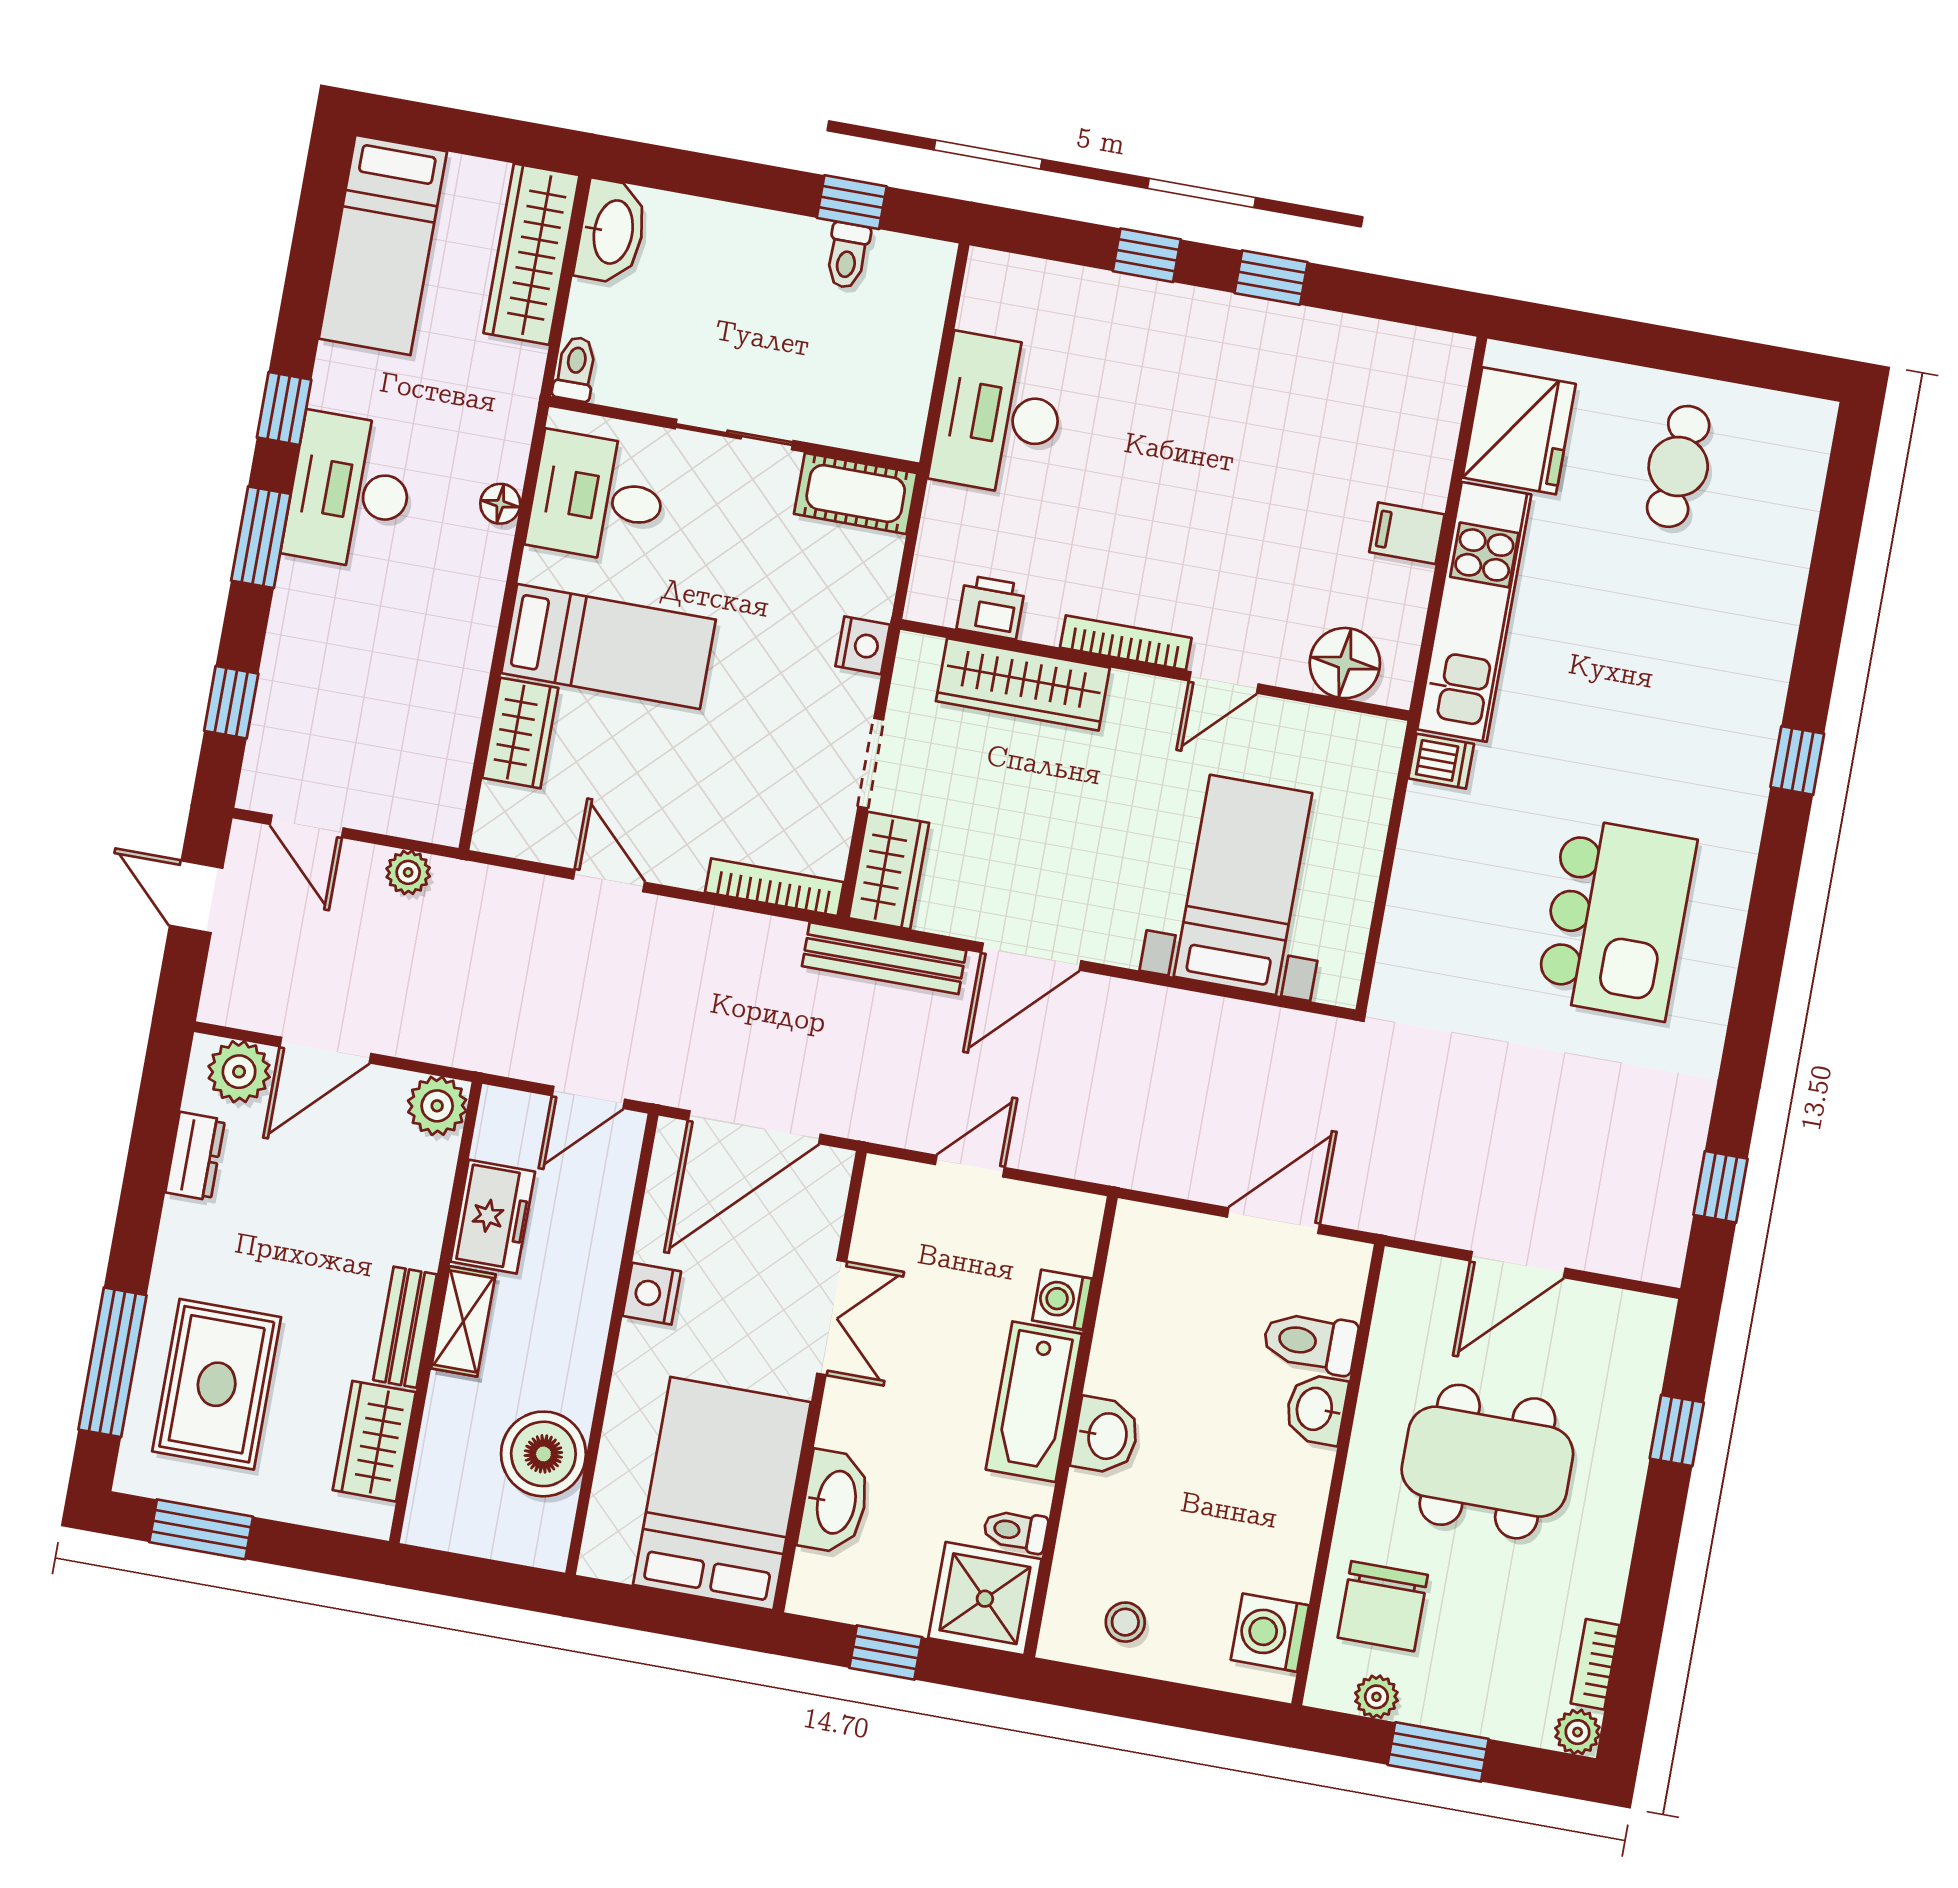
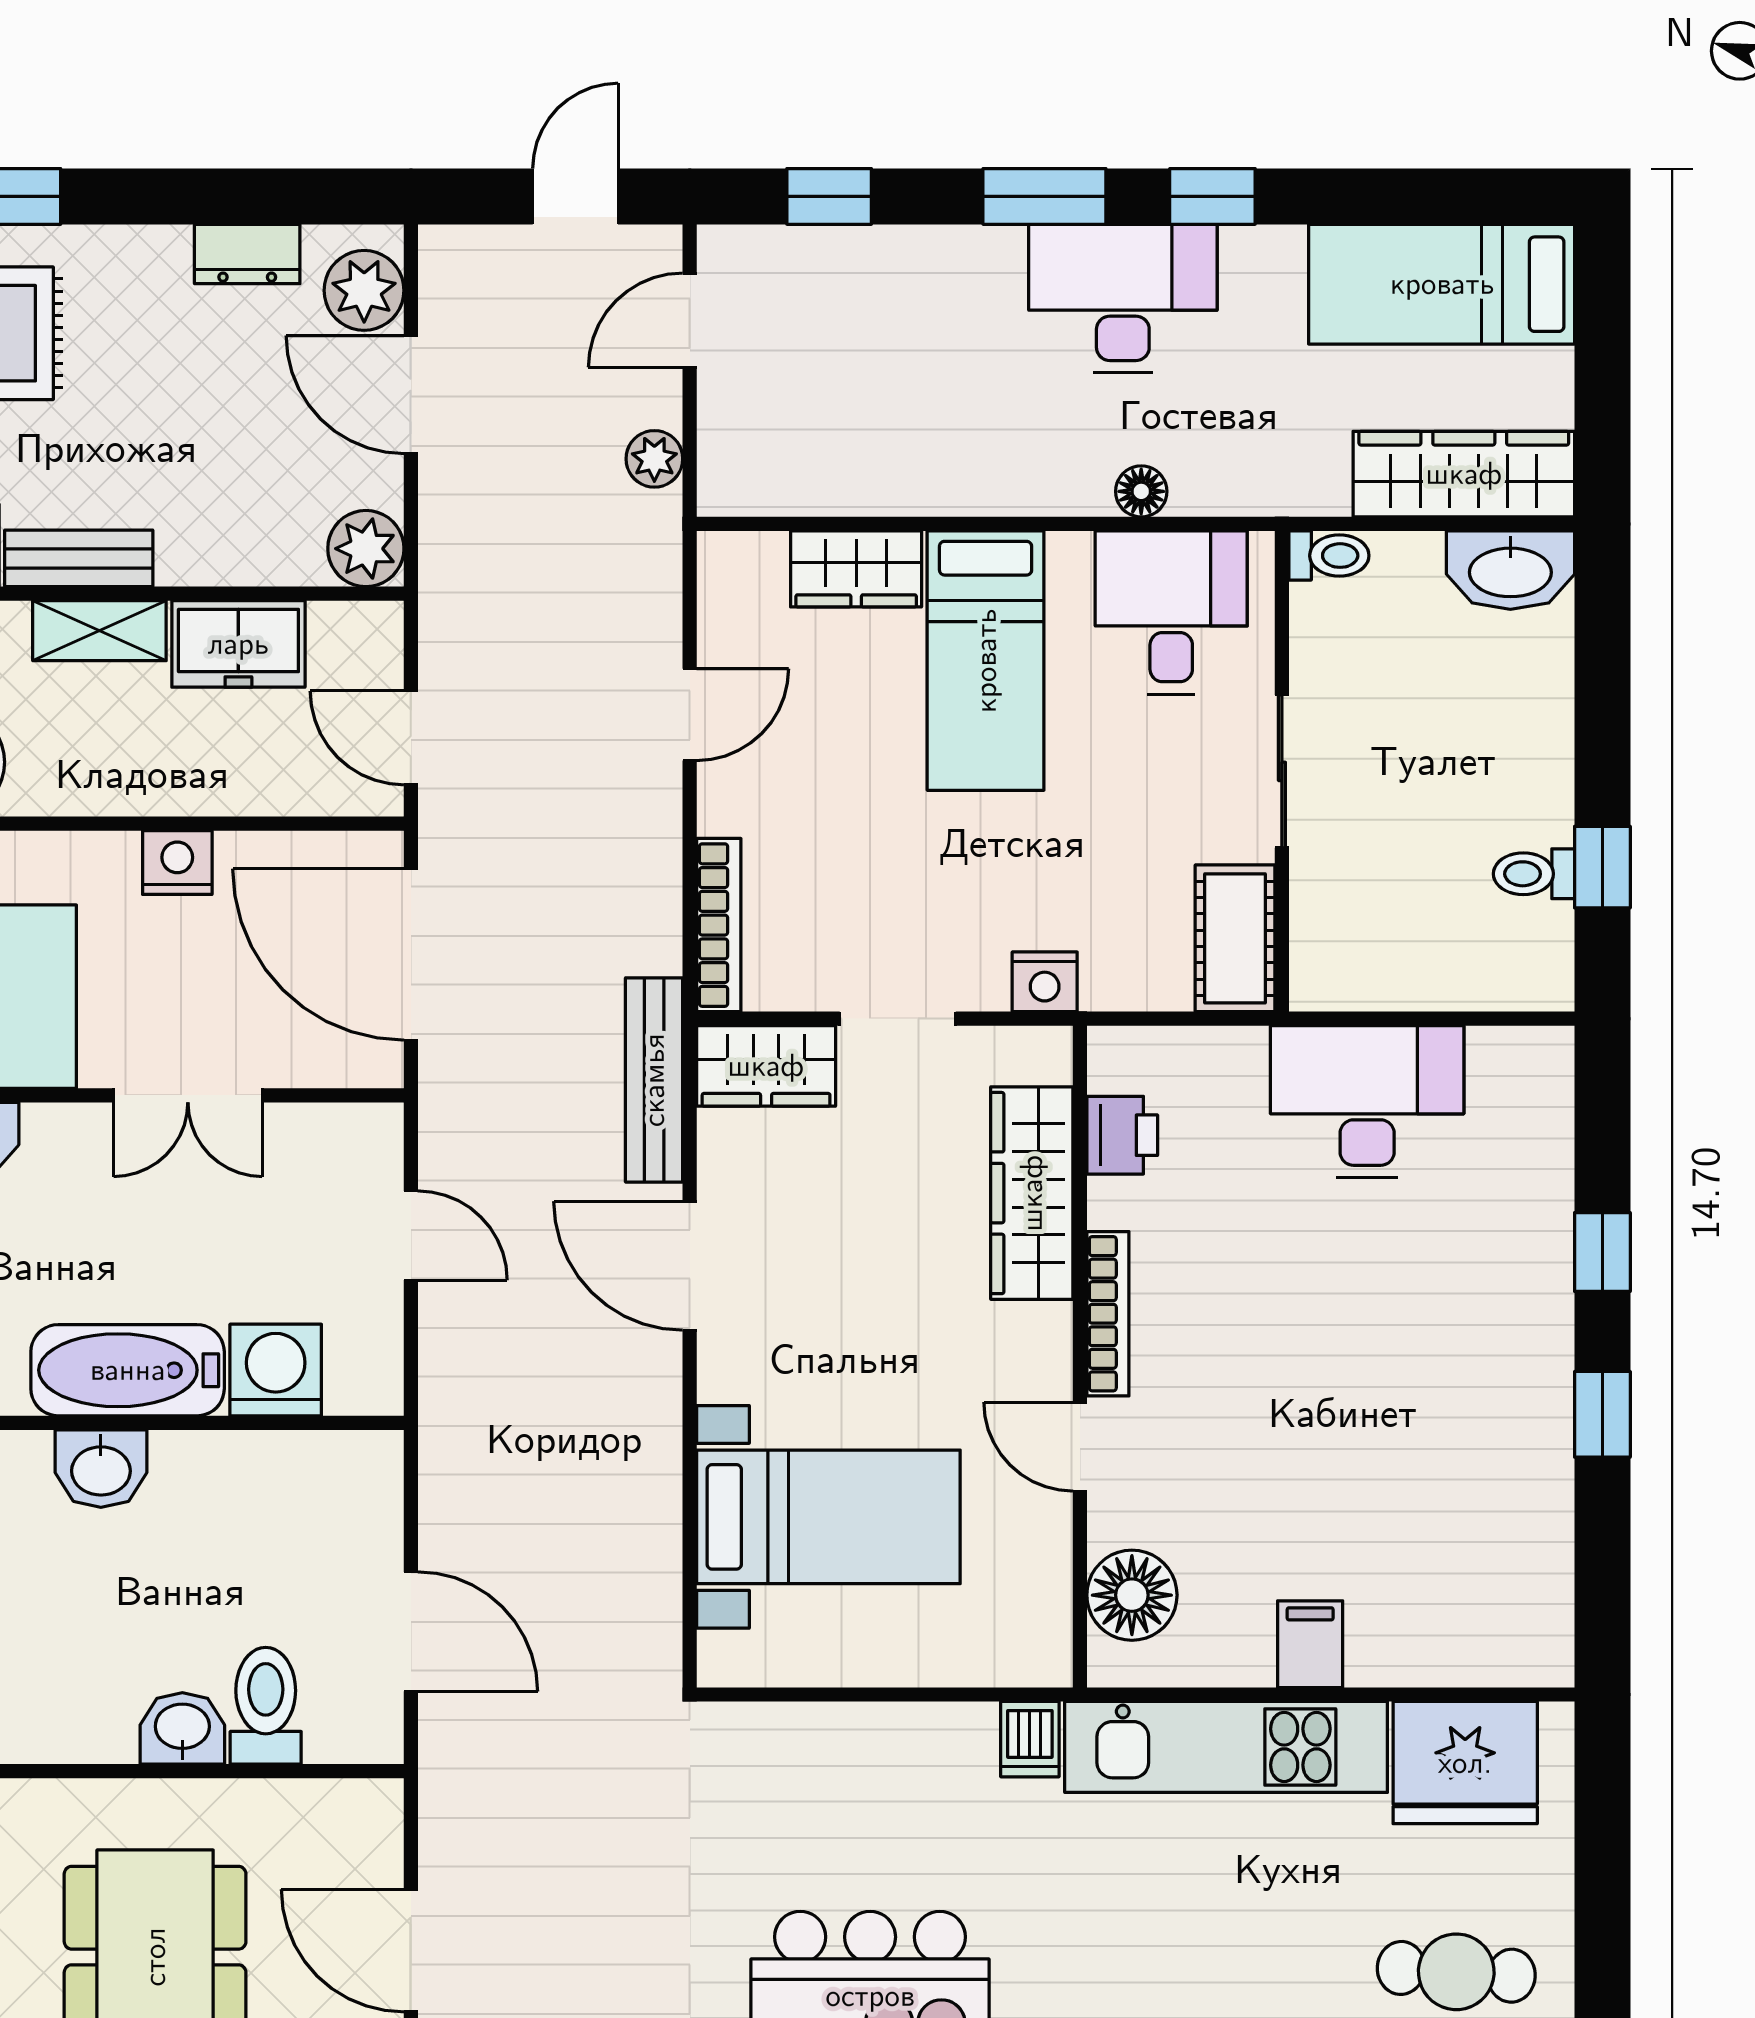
washing machine: (1062, 1300) -> (276, 1370), width x1.38, depth x1.38

